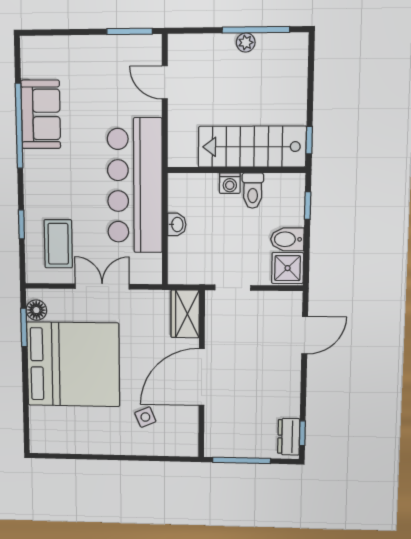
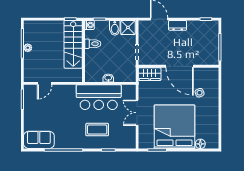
sofa: (41, 114) -> (39, 140), moved
washing machine: (230, 183) -> (89, 25), moved
bar counter: (135, 186) -> (99, 97), width x0.73
coffee table: (58, 244) -> (97, 130), moved
floor lamp: (36, 310) -> (200, 144), moved
dresser: (289, 437) -> (178, 25), moved

